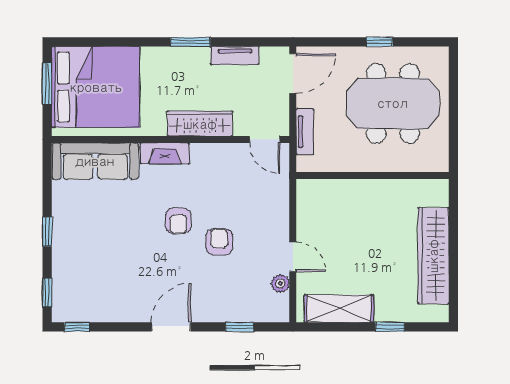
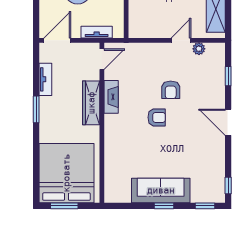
door: (293, 73) -> (57, 40), hinge flipped
fireplace: (165, 153) -> (111, 97), moved
sofa: (95, 161) -> (161, 190), moved, turned -90
armchair: (219, 242) -> (171, 90), turned -90

